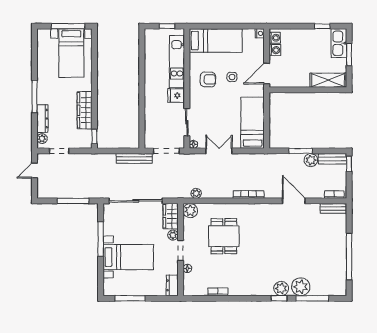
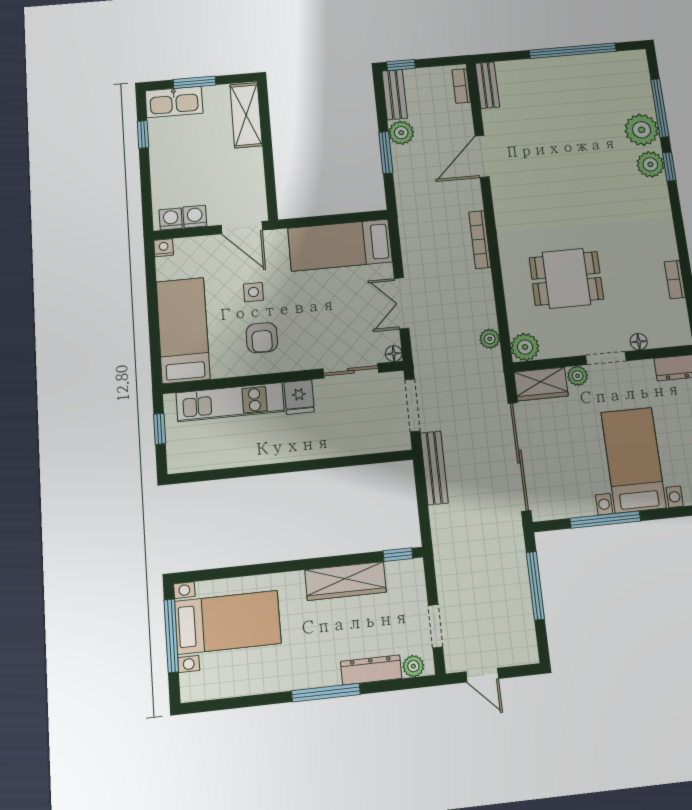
armchair: (208, 79) -> (262, 338), turned 180

